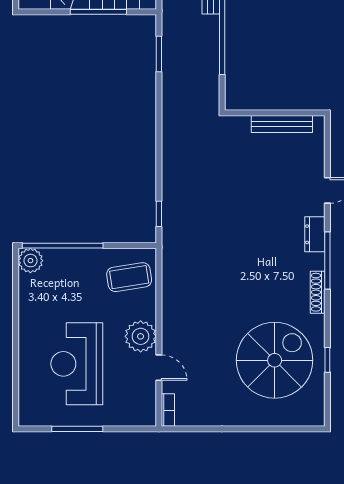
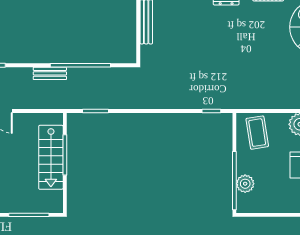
plant: (30, 261) -> (245, 184), moved

